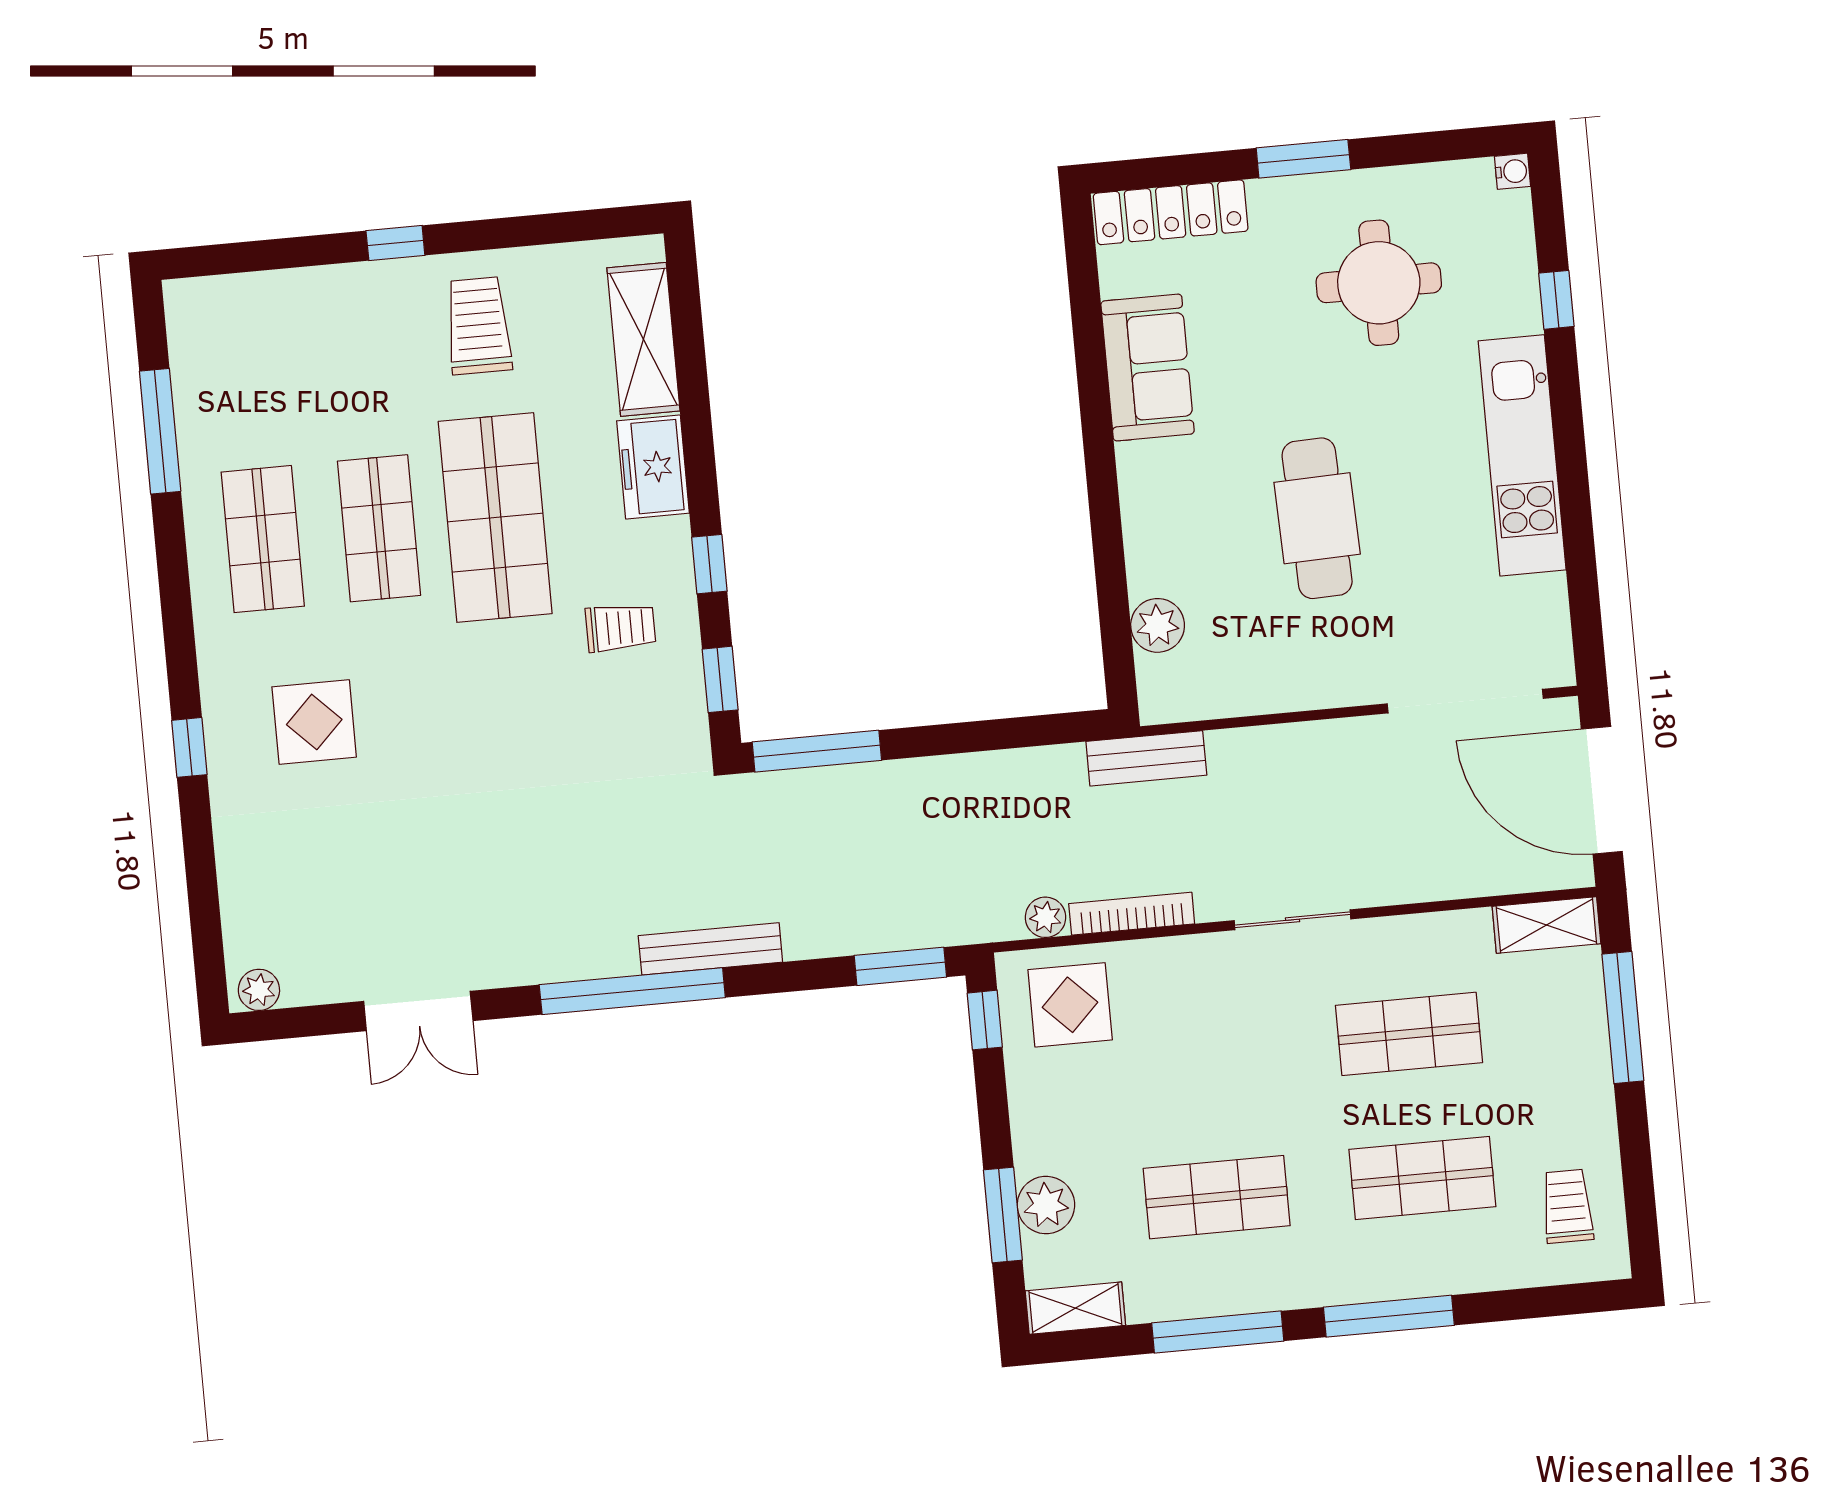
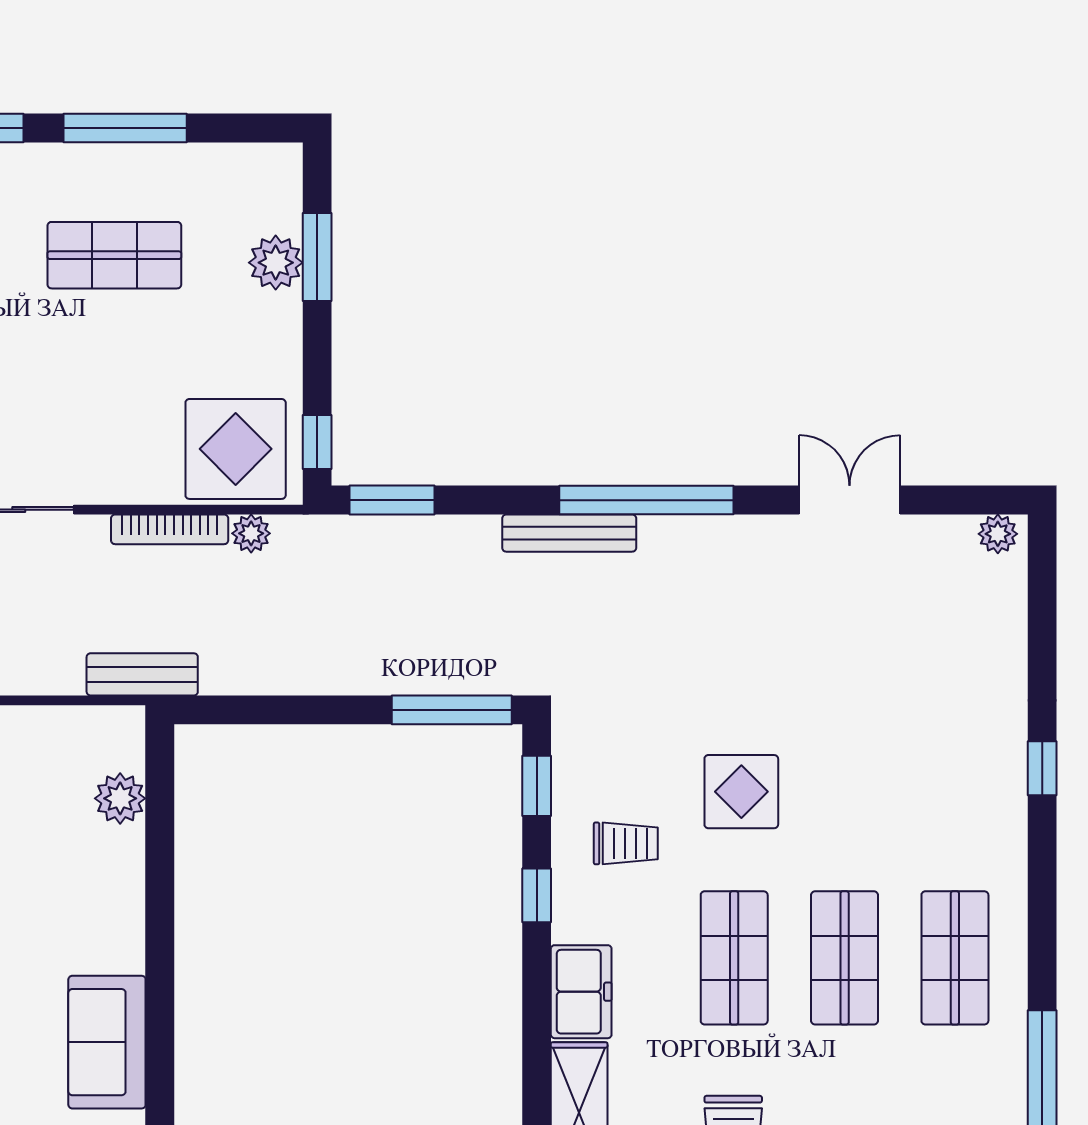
shop shelf: (495, 517) -> (734, 958), width x0.70, depth x0.74
trolley: (621, 628) -> (626, 843), turned 180
display table: (314, 722) -> (741, 792), moved
display table: (1070, 1005) -> (236, 449), width x1.36, depth x1.36
shelving: (1075, 1308) -> (257, 163), removed

